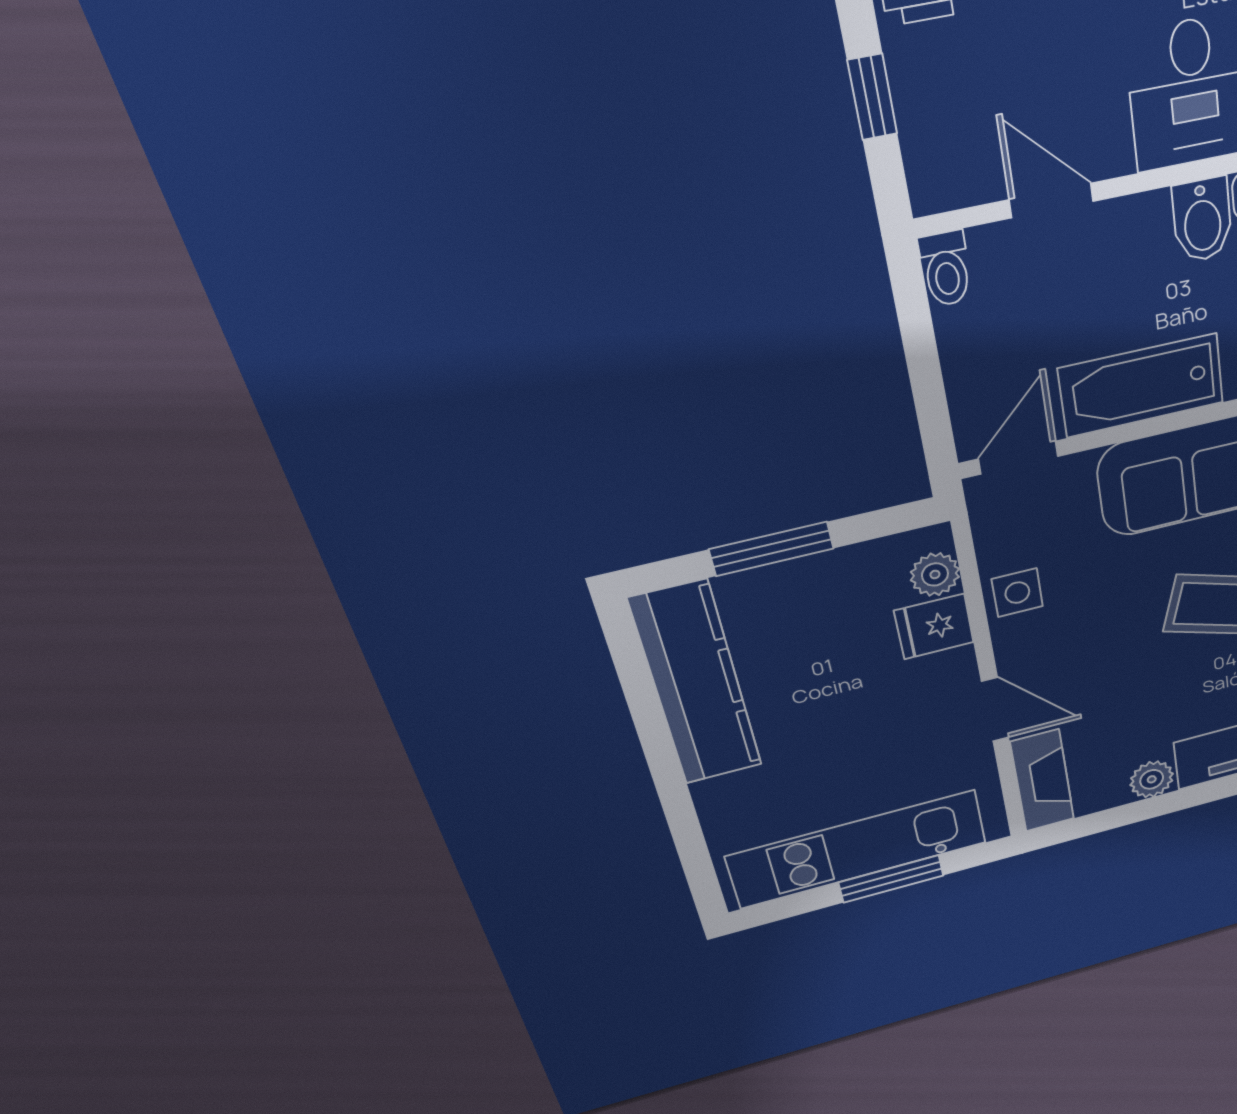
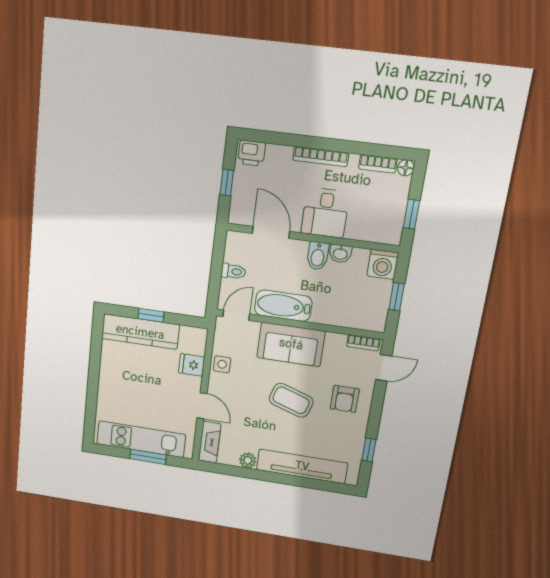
door: (1051, 200) -> (271, 232), width x1.38
toilet: (946, 269) -> (233, 271), moved, turned -90
window: (772, 549) -> (151, 315), width x0.67
plant: (935, 574) -> (198, 346), removed
kitchen counter: (696, 684) -> (140, 332), moved, turned 90

